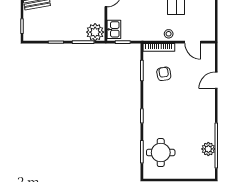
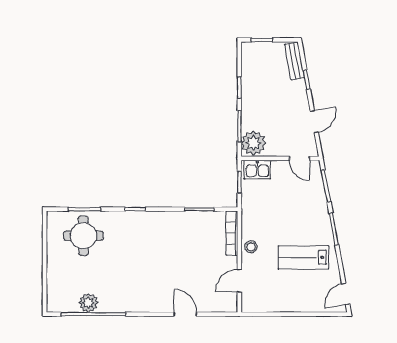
armchair: (164, 74) -> (195, 240), removed

